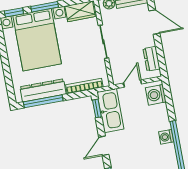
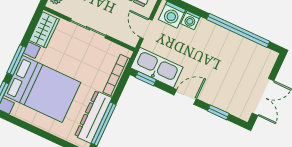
washing machine: (166, 137) -> (191, 20), moved
door: (104, 146) -> (185, 97), swing flipped

